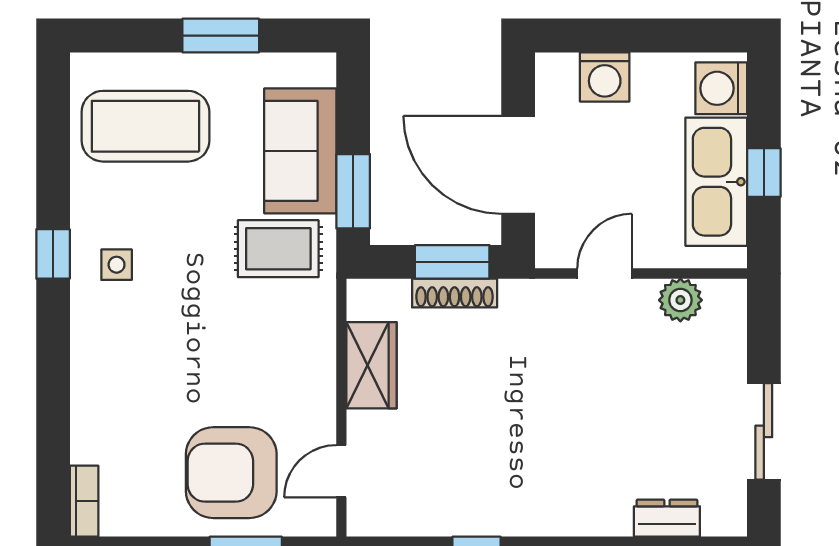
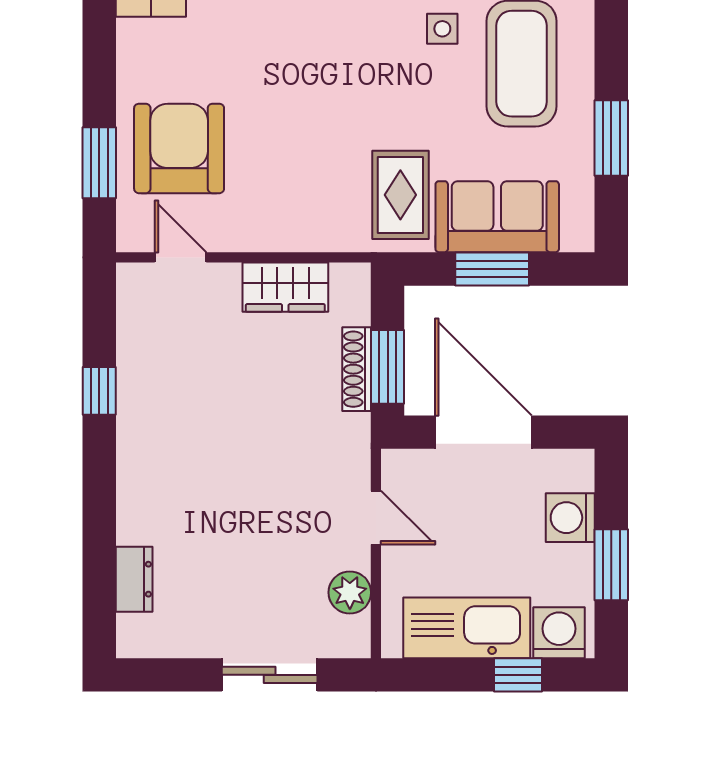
window: (652, 36) -> (611, 565), added
door: (518, 165) -> (483, 432), hinge flipped
window: (764, 173) -> (518, 675), moved
window: (353, 191) -> (492, 269), moved
side table: (117, 265) -> (442, 29), moved
sliding door: (764, 431) -> (270, 675), moved

